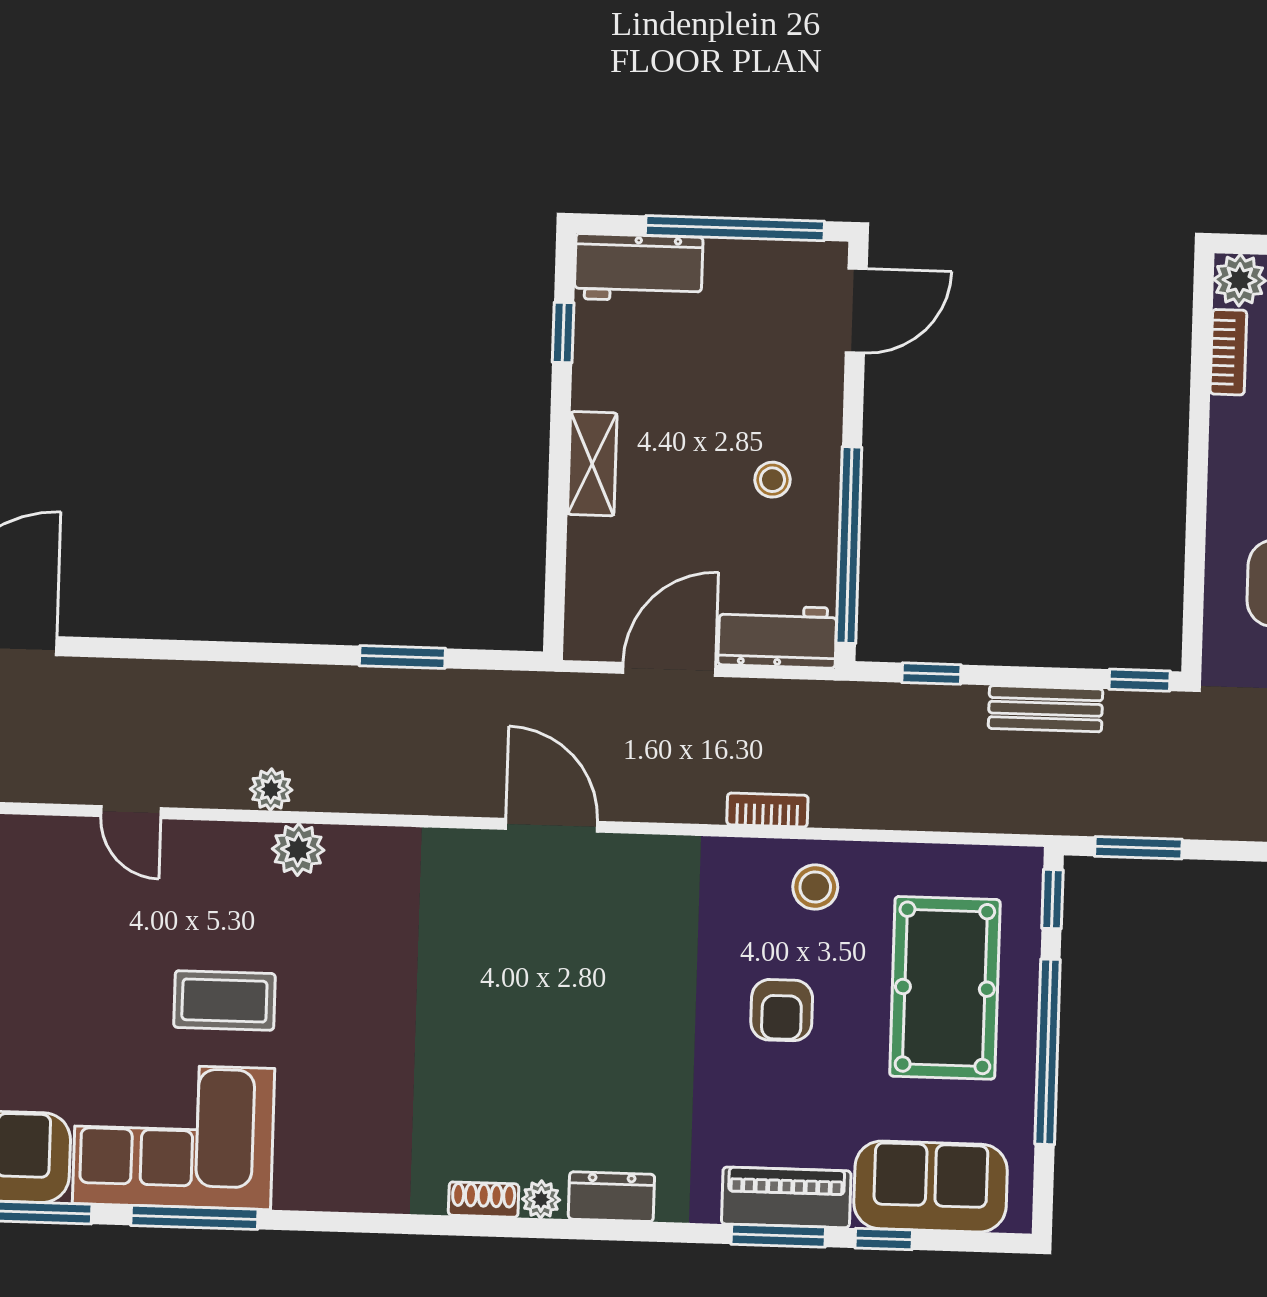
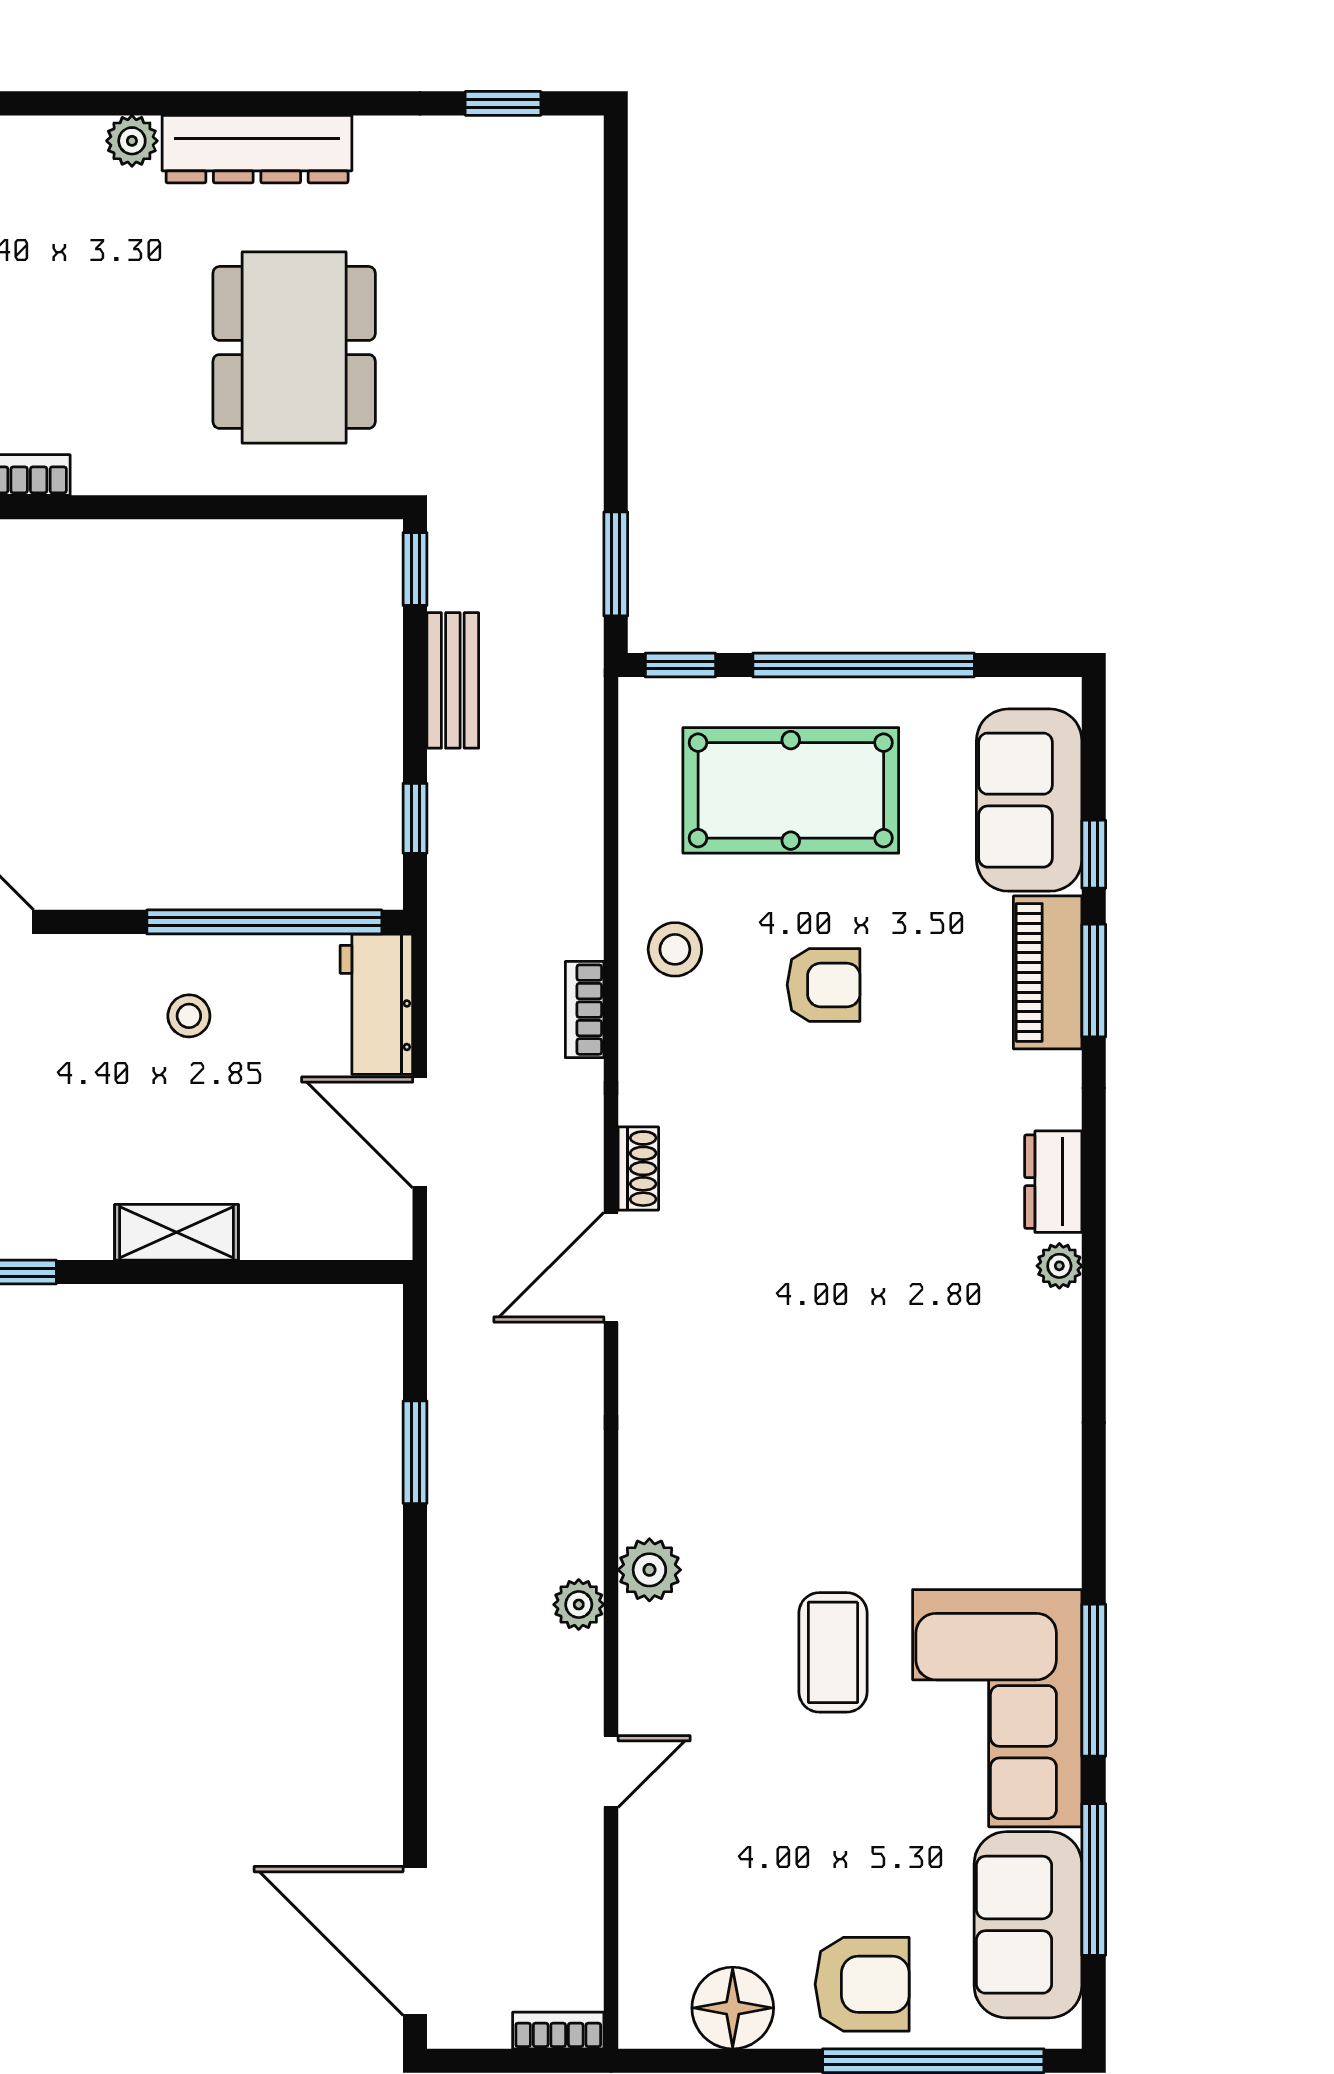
shoe rack: (484, 1200) -> (638, 1169), moved, turned 180

